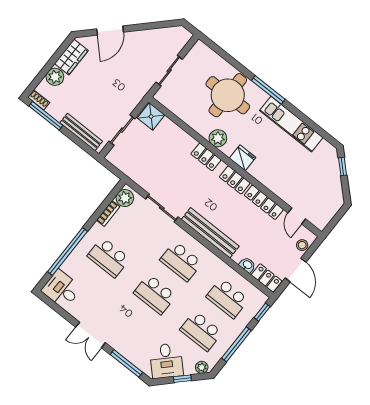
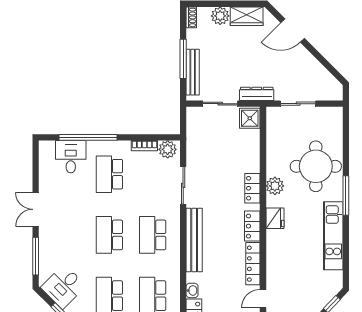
dresser: (137, 96) -> (257, 94), added
window: (46, 116) -> (183, 59), moved
desk: (61, 289) -> (71, 157), moved

